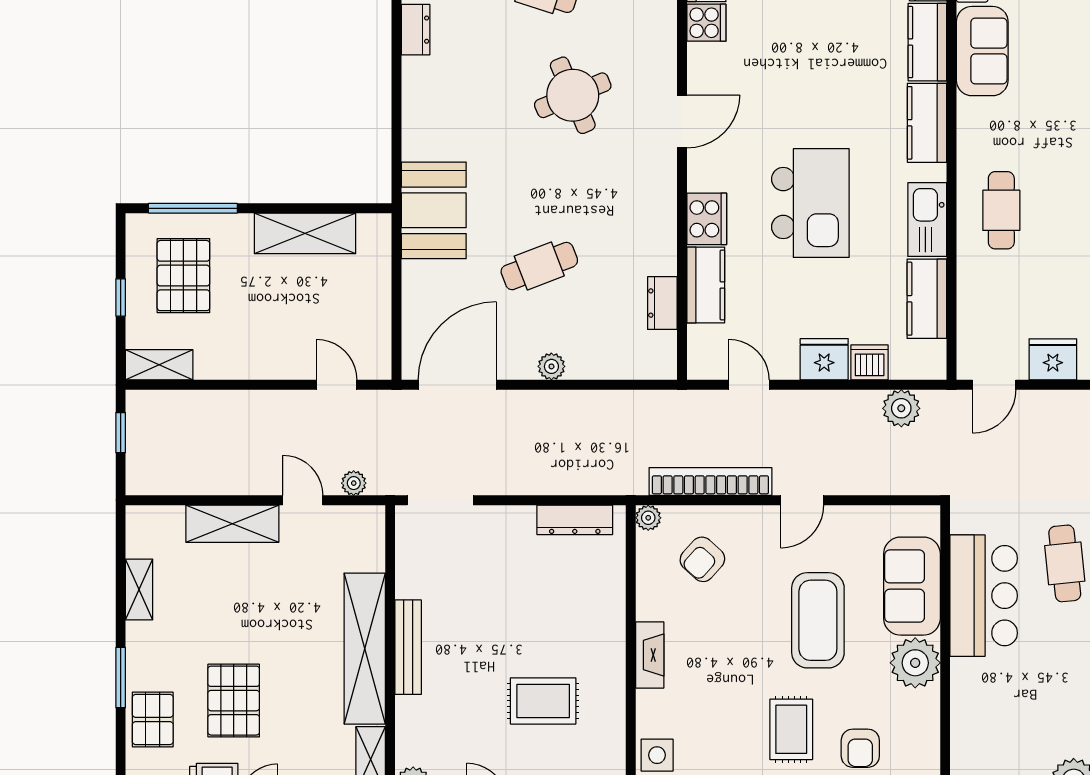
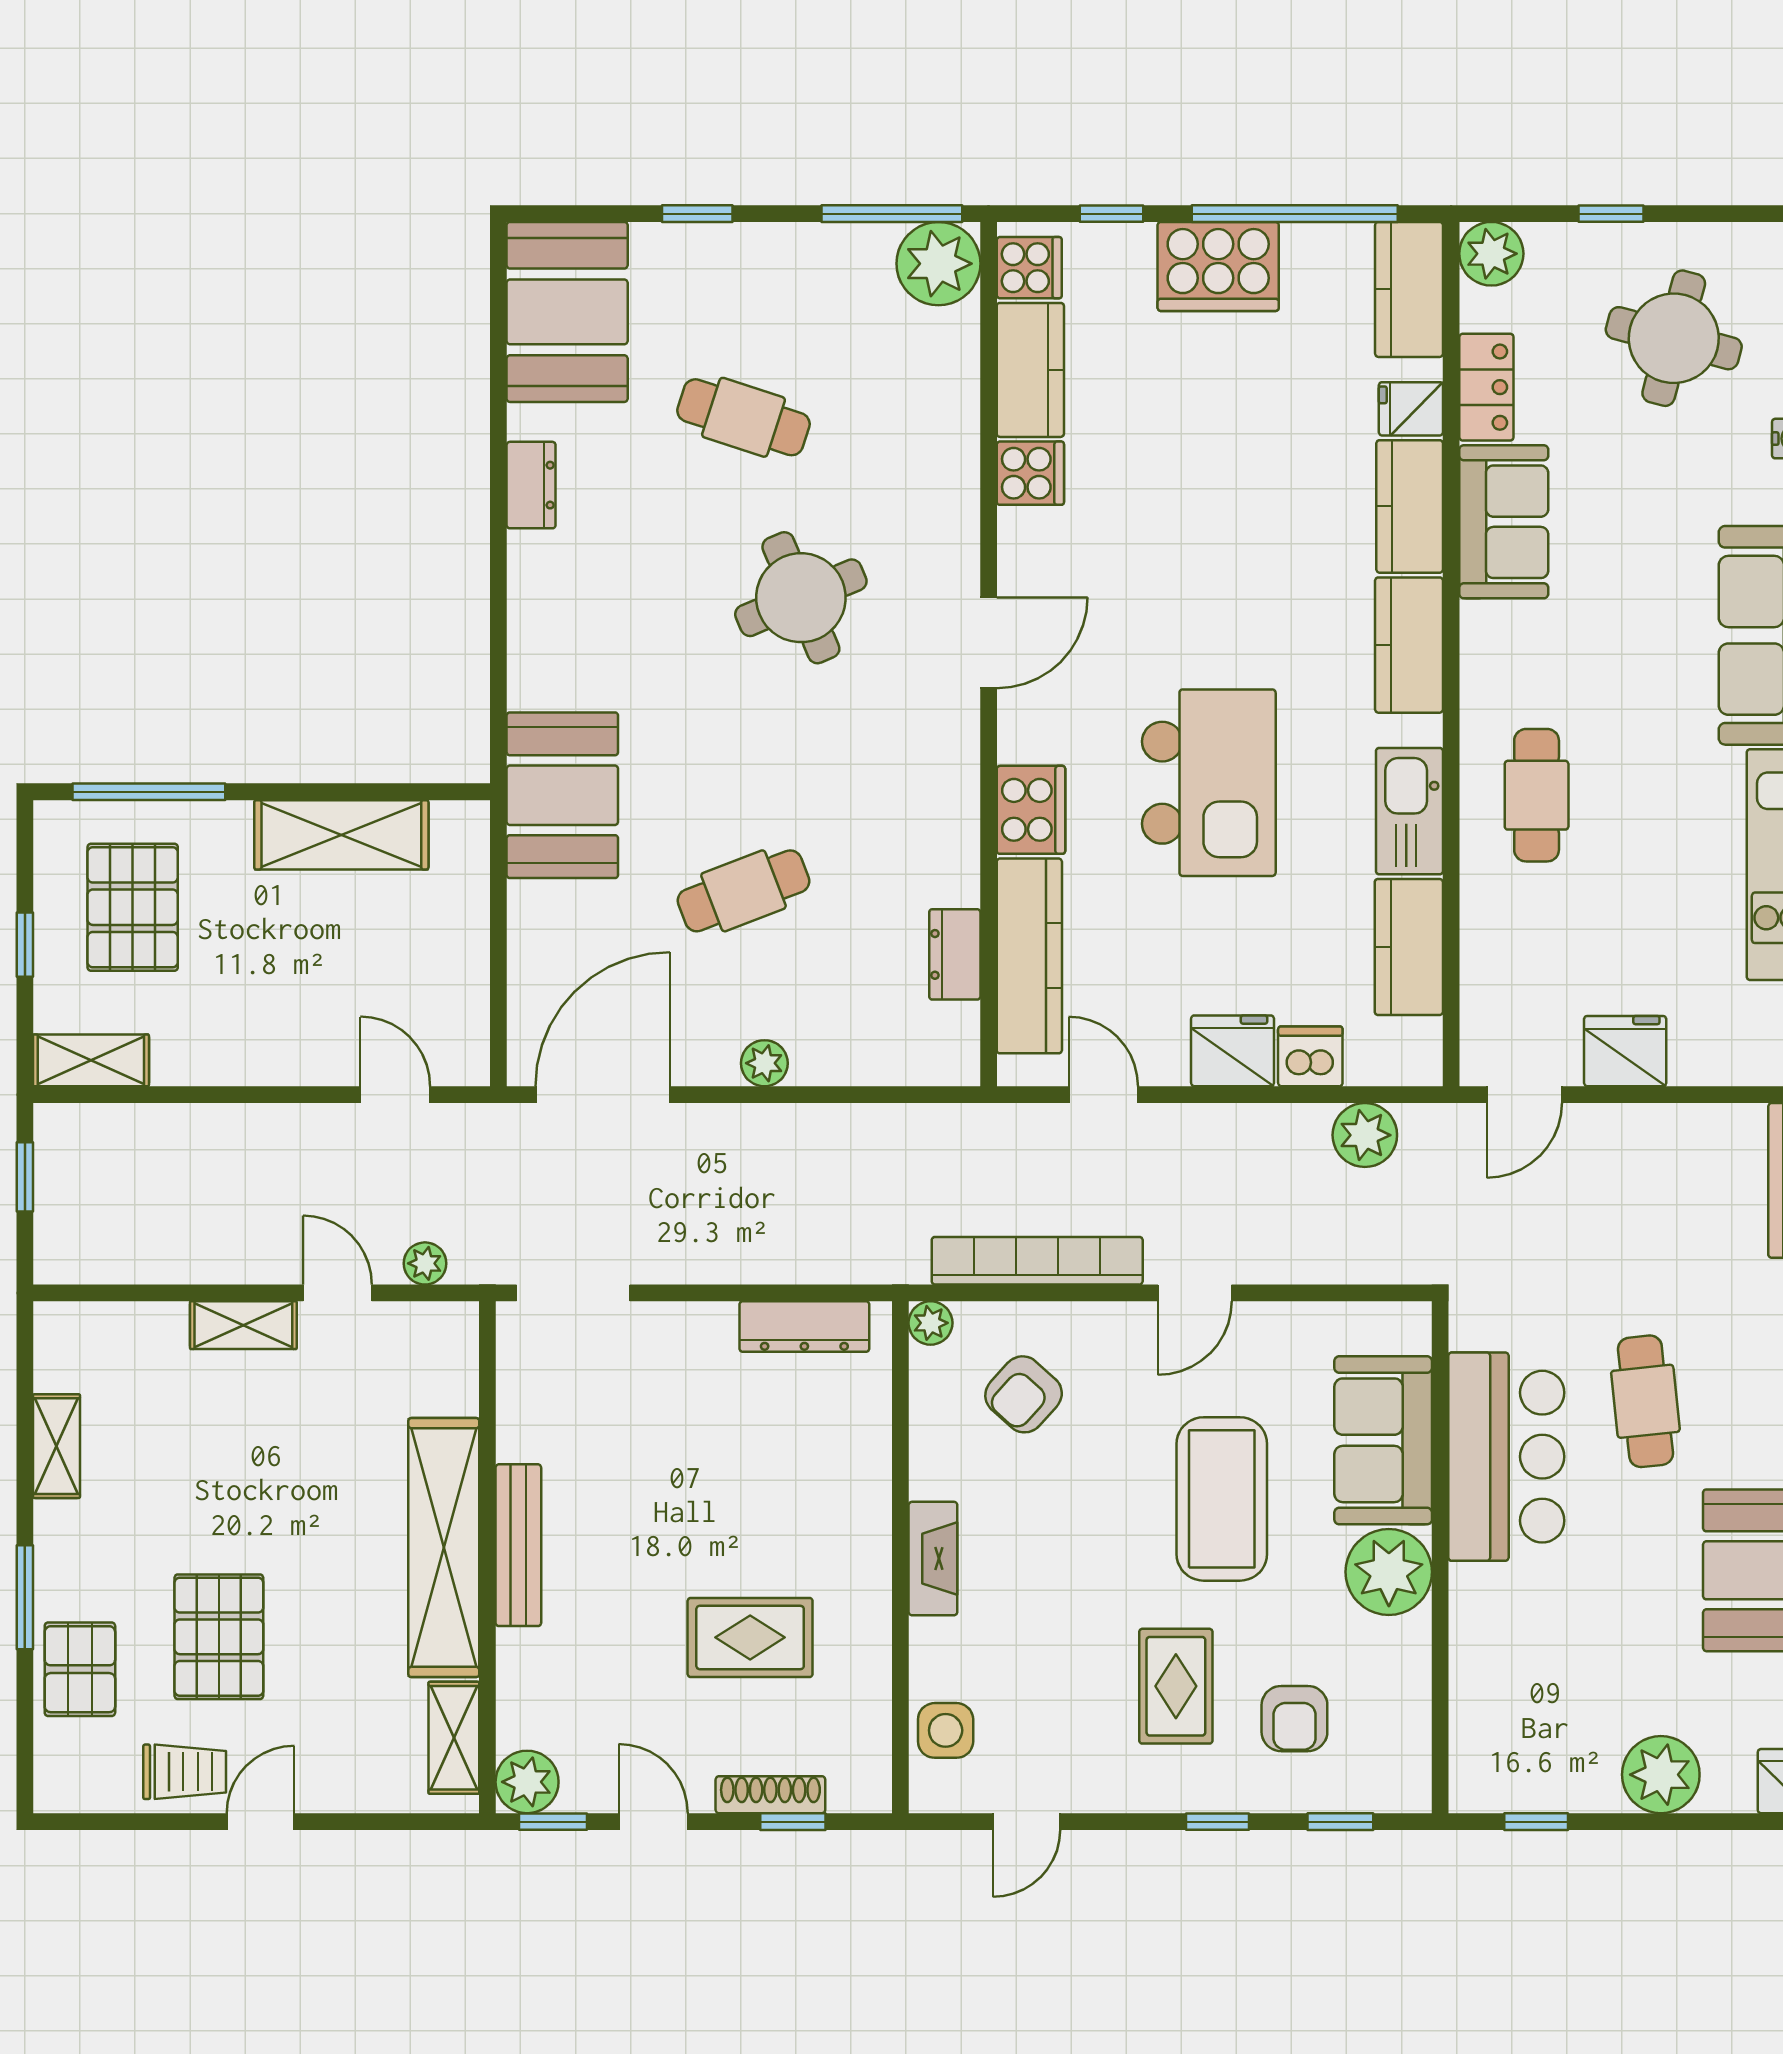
kitchen counter: (706, 285) -> (1029, 956), width x1.50
shelving: (232, 524) -> (243, 1325), width x0.67, depth x0.75

